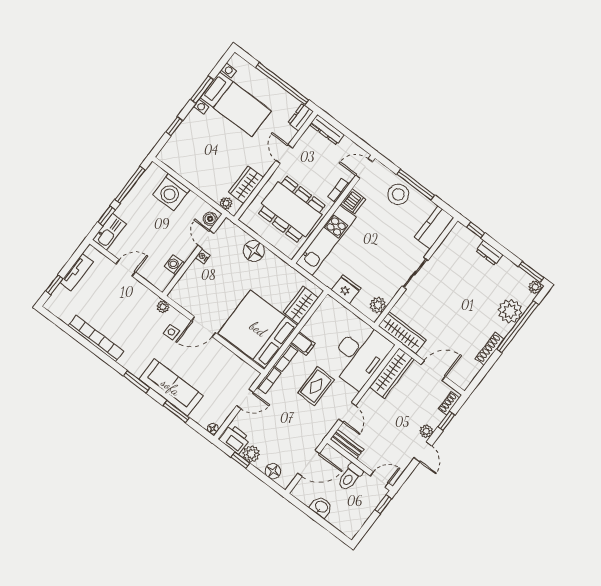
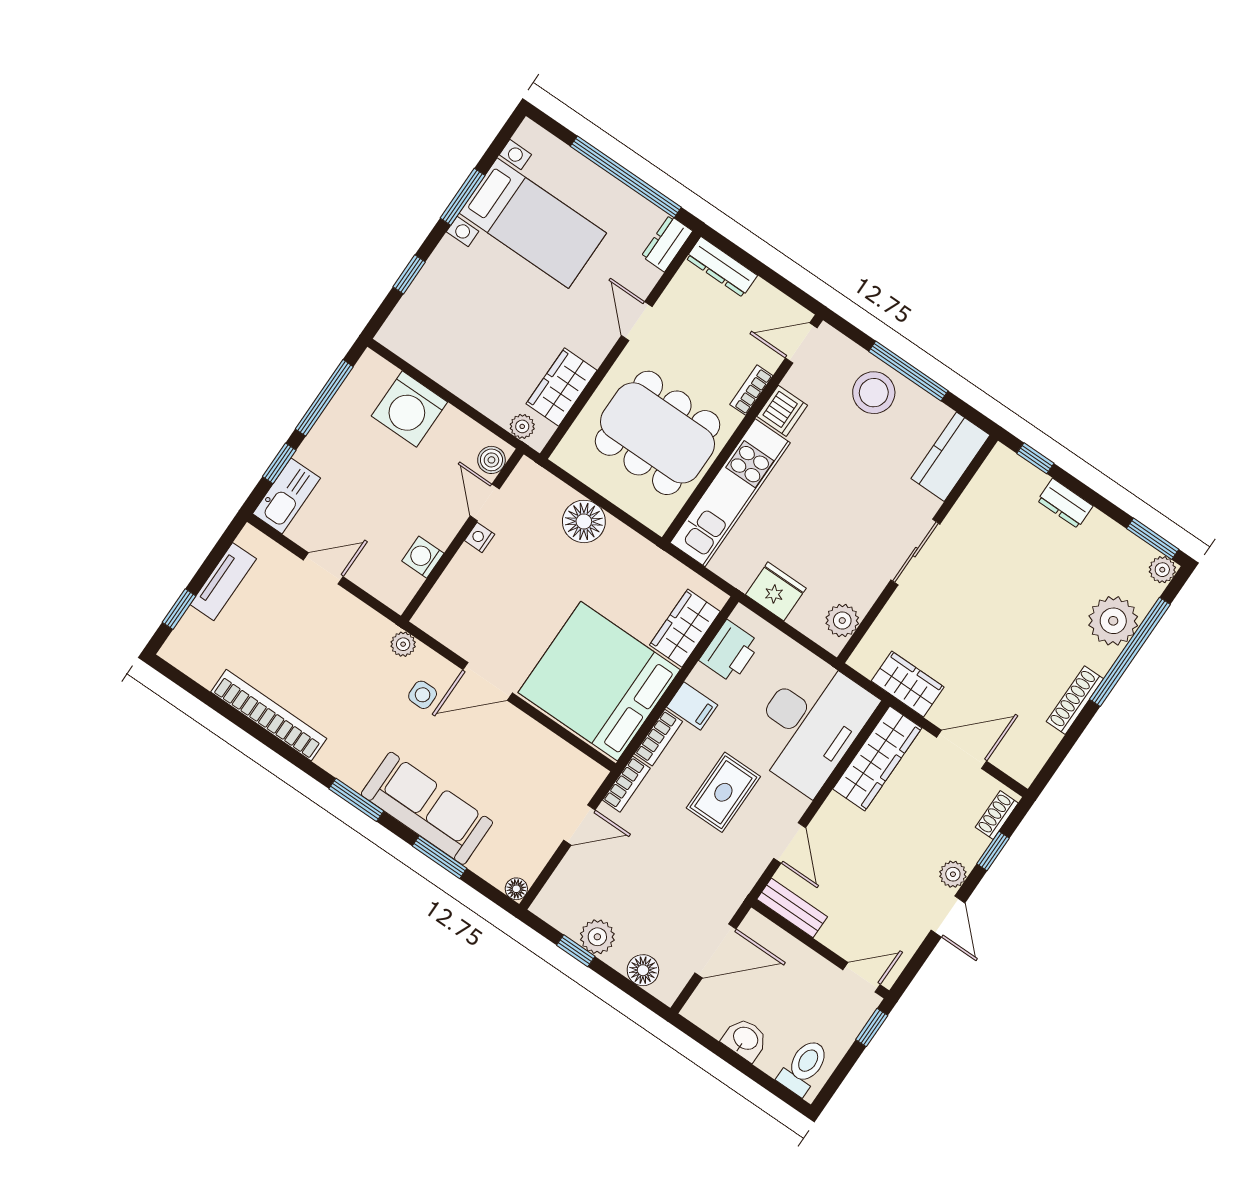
wardrobe: (402, 333) -> (908, 684), width x0.67
printer: (235, 439) -> (730, 651), moved, turned 90
toilet: (350, 477) -> (804, 1067), moved, turned 180

